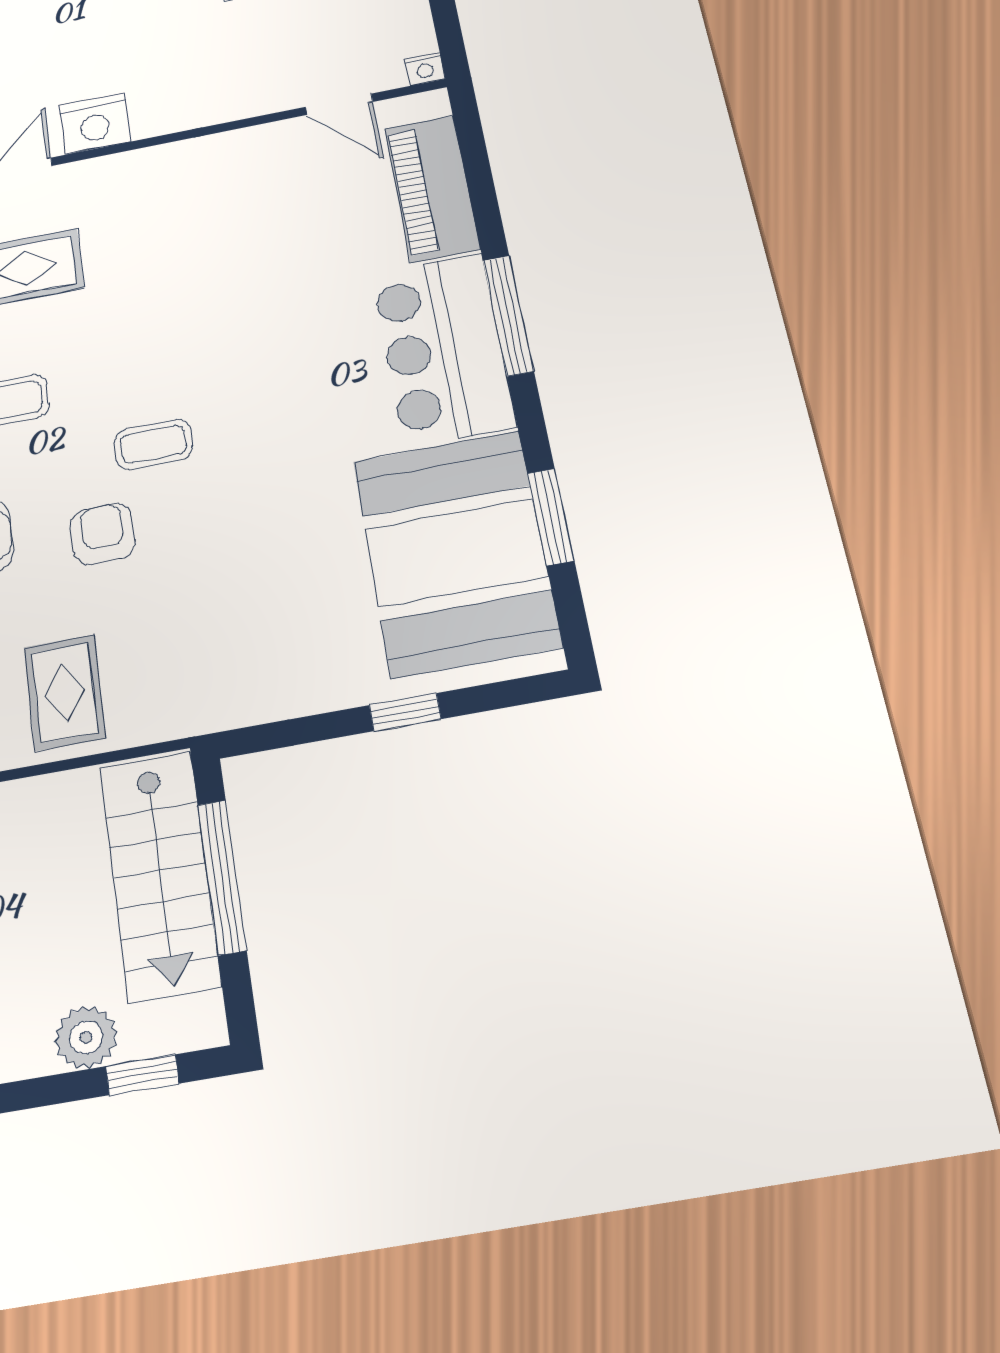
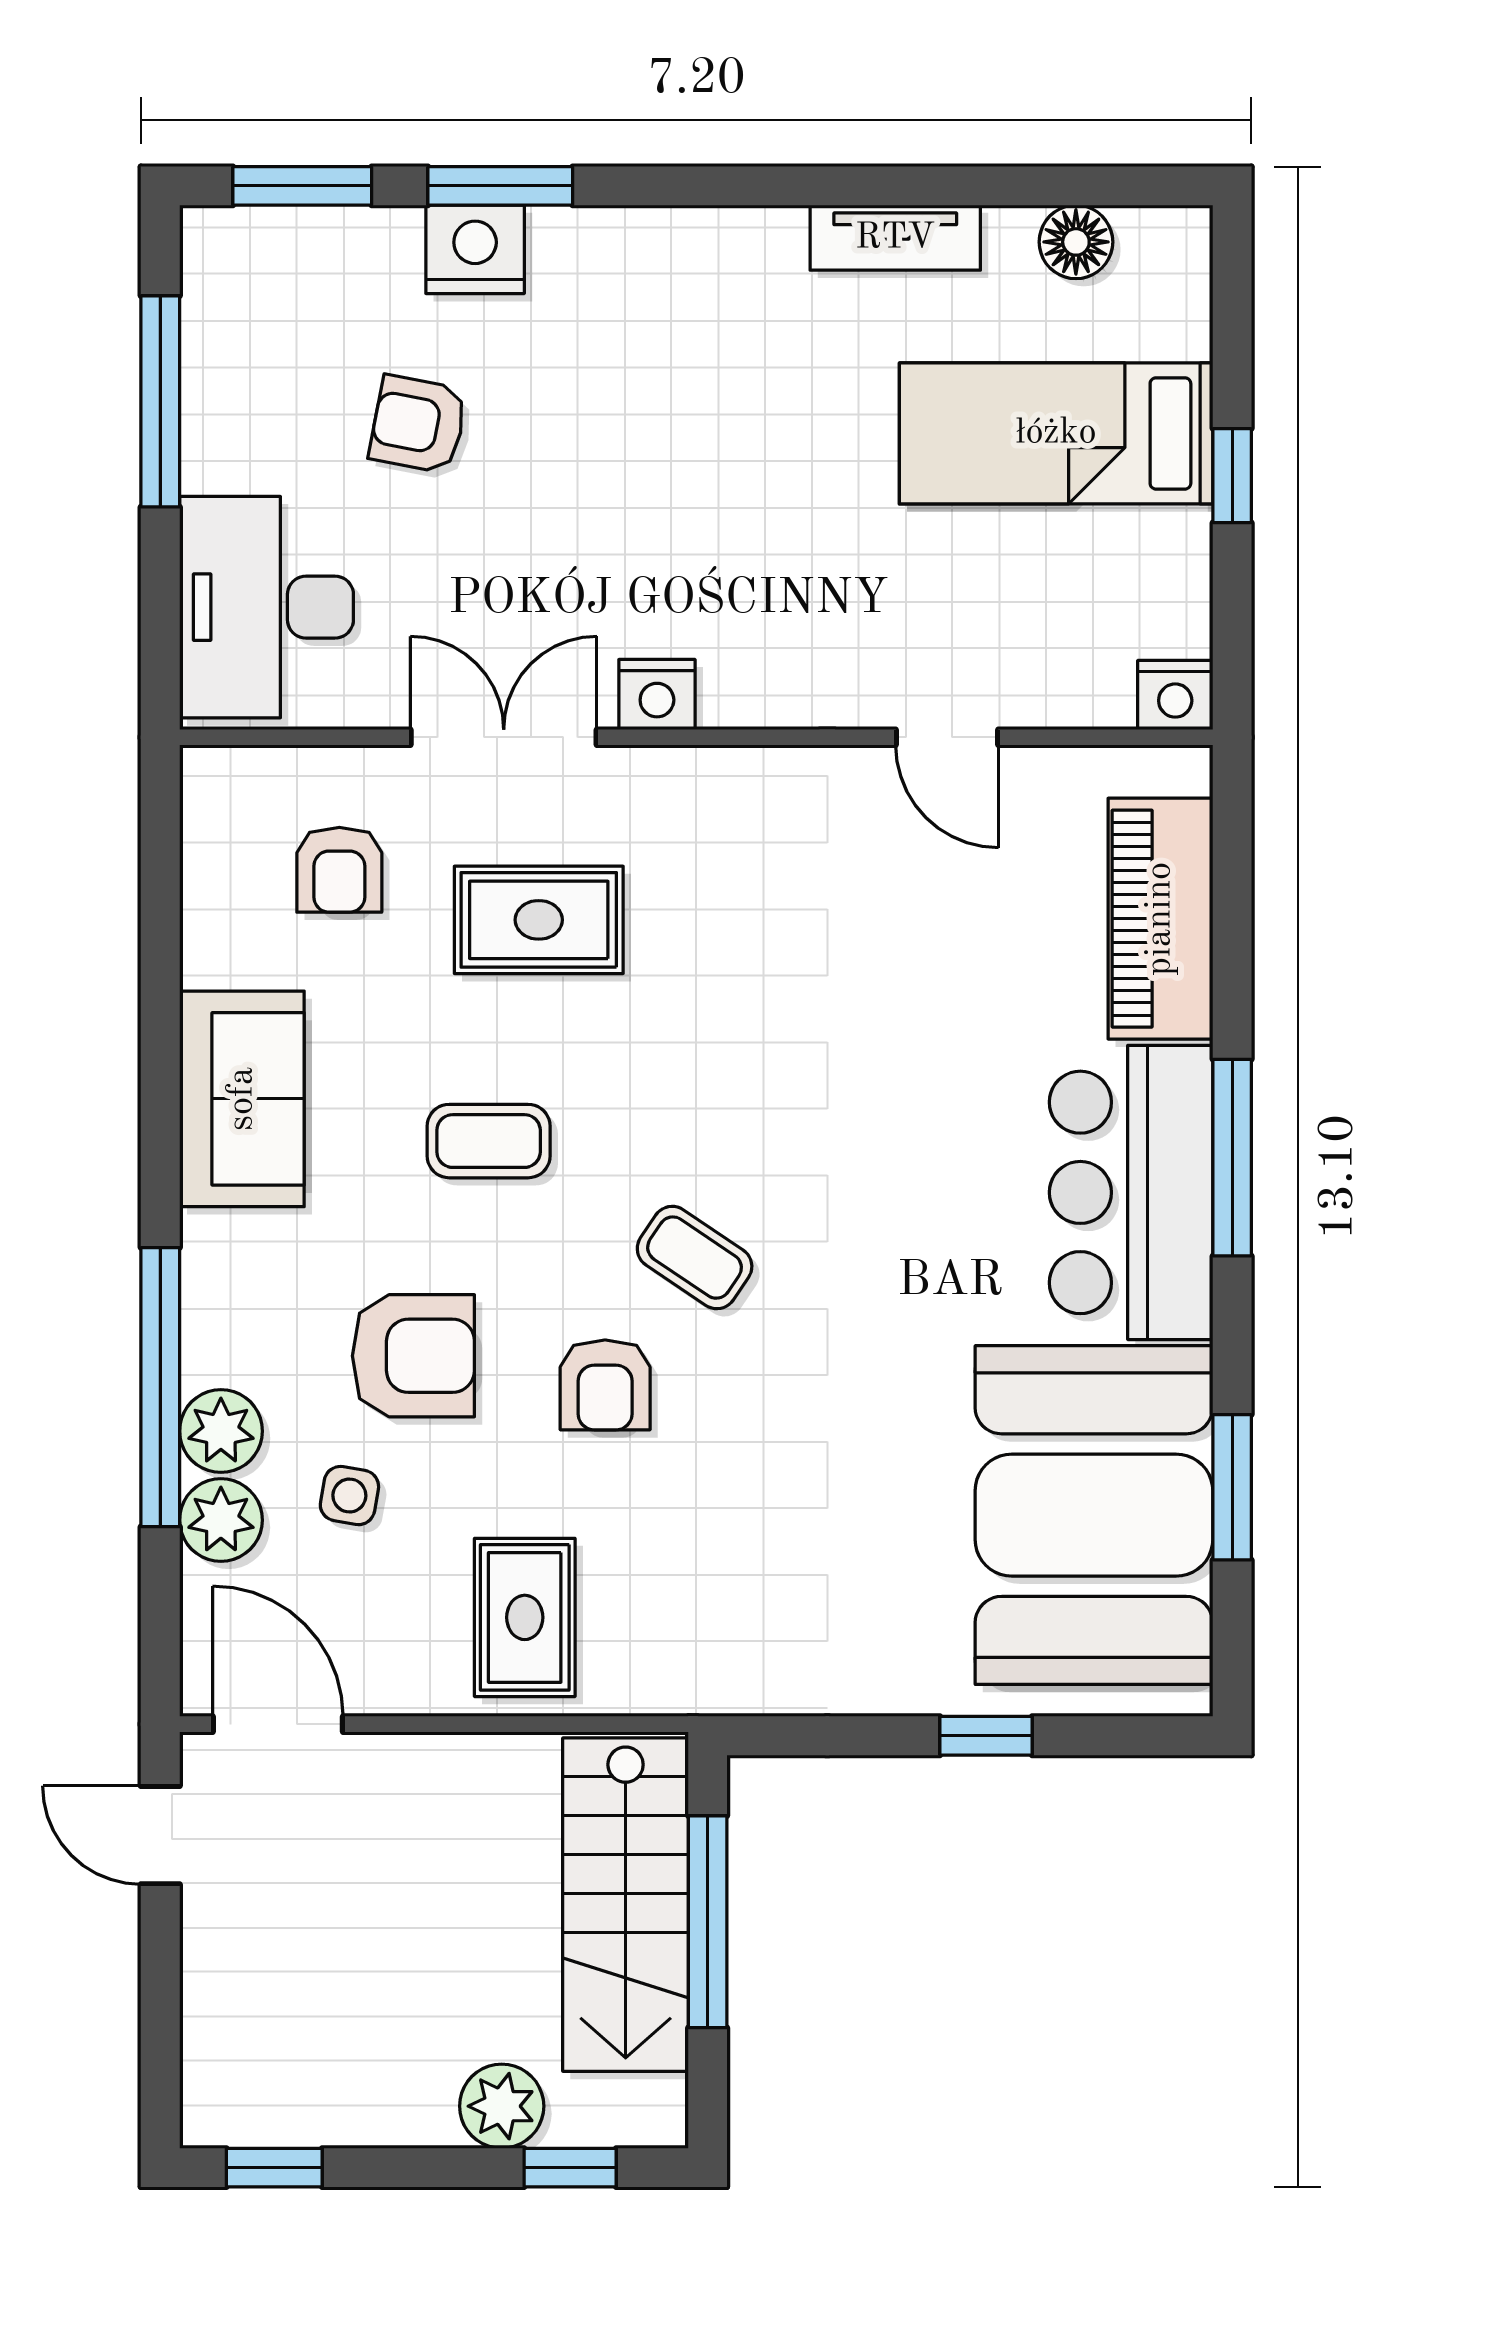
nightstand: (425, 69) -> (1175, 695), width x1.39, depth x1.35
door: (339, 104) -> (947, 737), moved
nightstand: (94, 124) -> (657, 694), width x0.74, depth x0.75
coffee table: (153, 444) -> (695, 1258), turned 34
armchair: (103, 534) -> (605, 1385), turned 180

